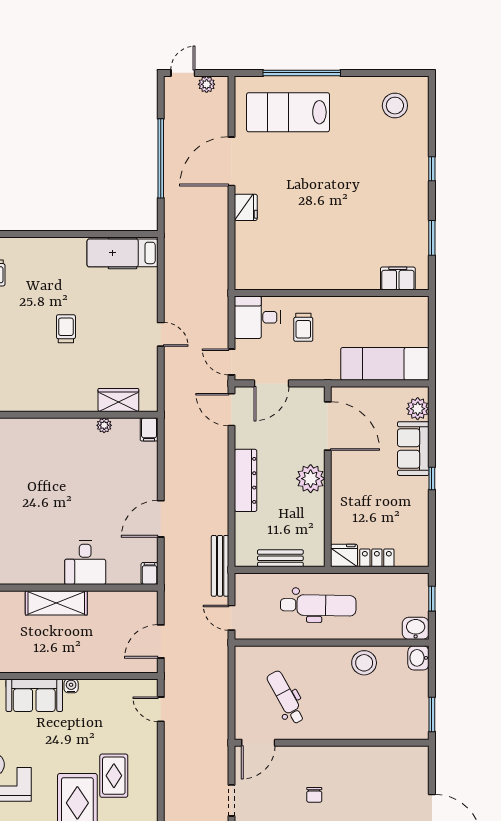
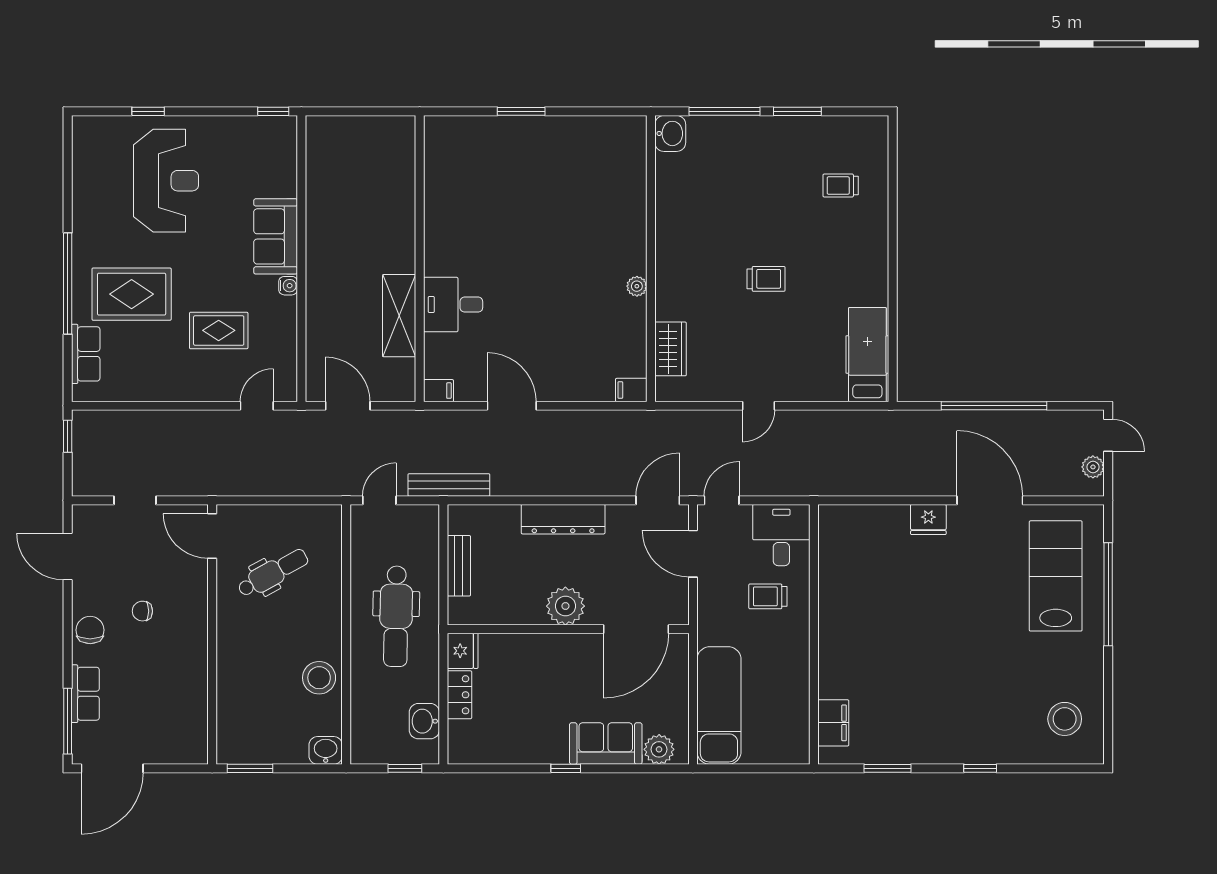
plant: (104, 425) -> (637, 286), moved
shelving: (56, 603) -> (399, 316), moved
washbasin: (416, 628) -> (424, 721), moved, turned 180
rug: (114, 776) -> (219, 330), moved

